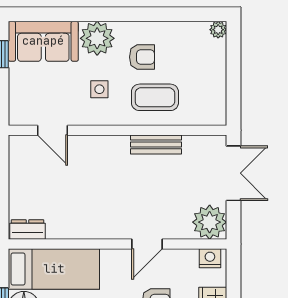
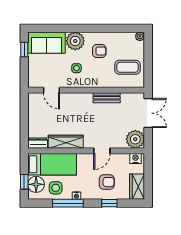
coffee table: (155, 97) -> (128, 67), moved
wardrobe: (79, 227) -> (66, 142), added

